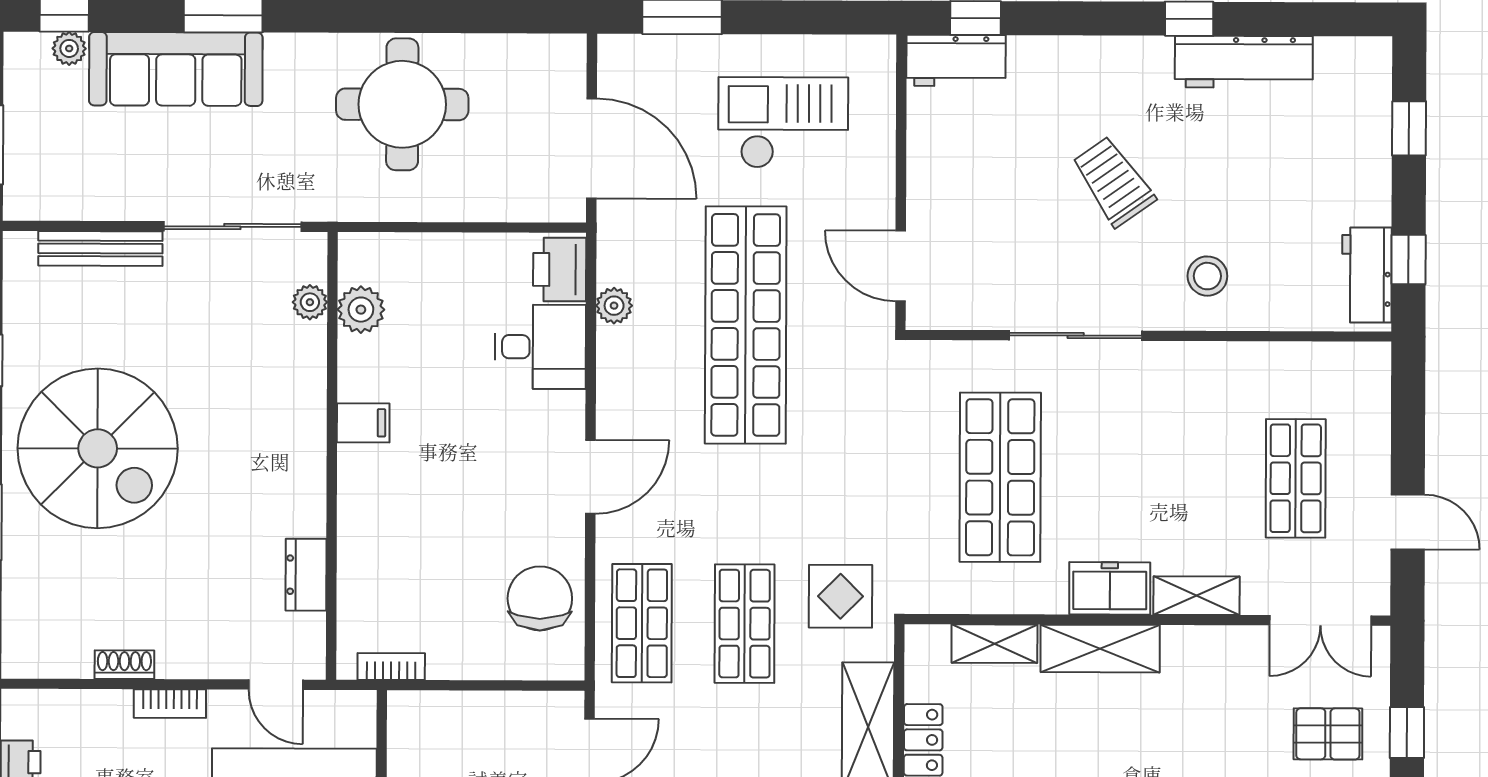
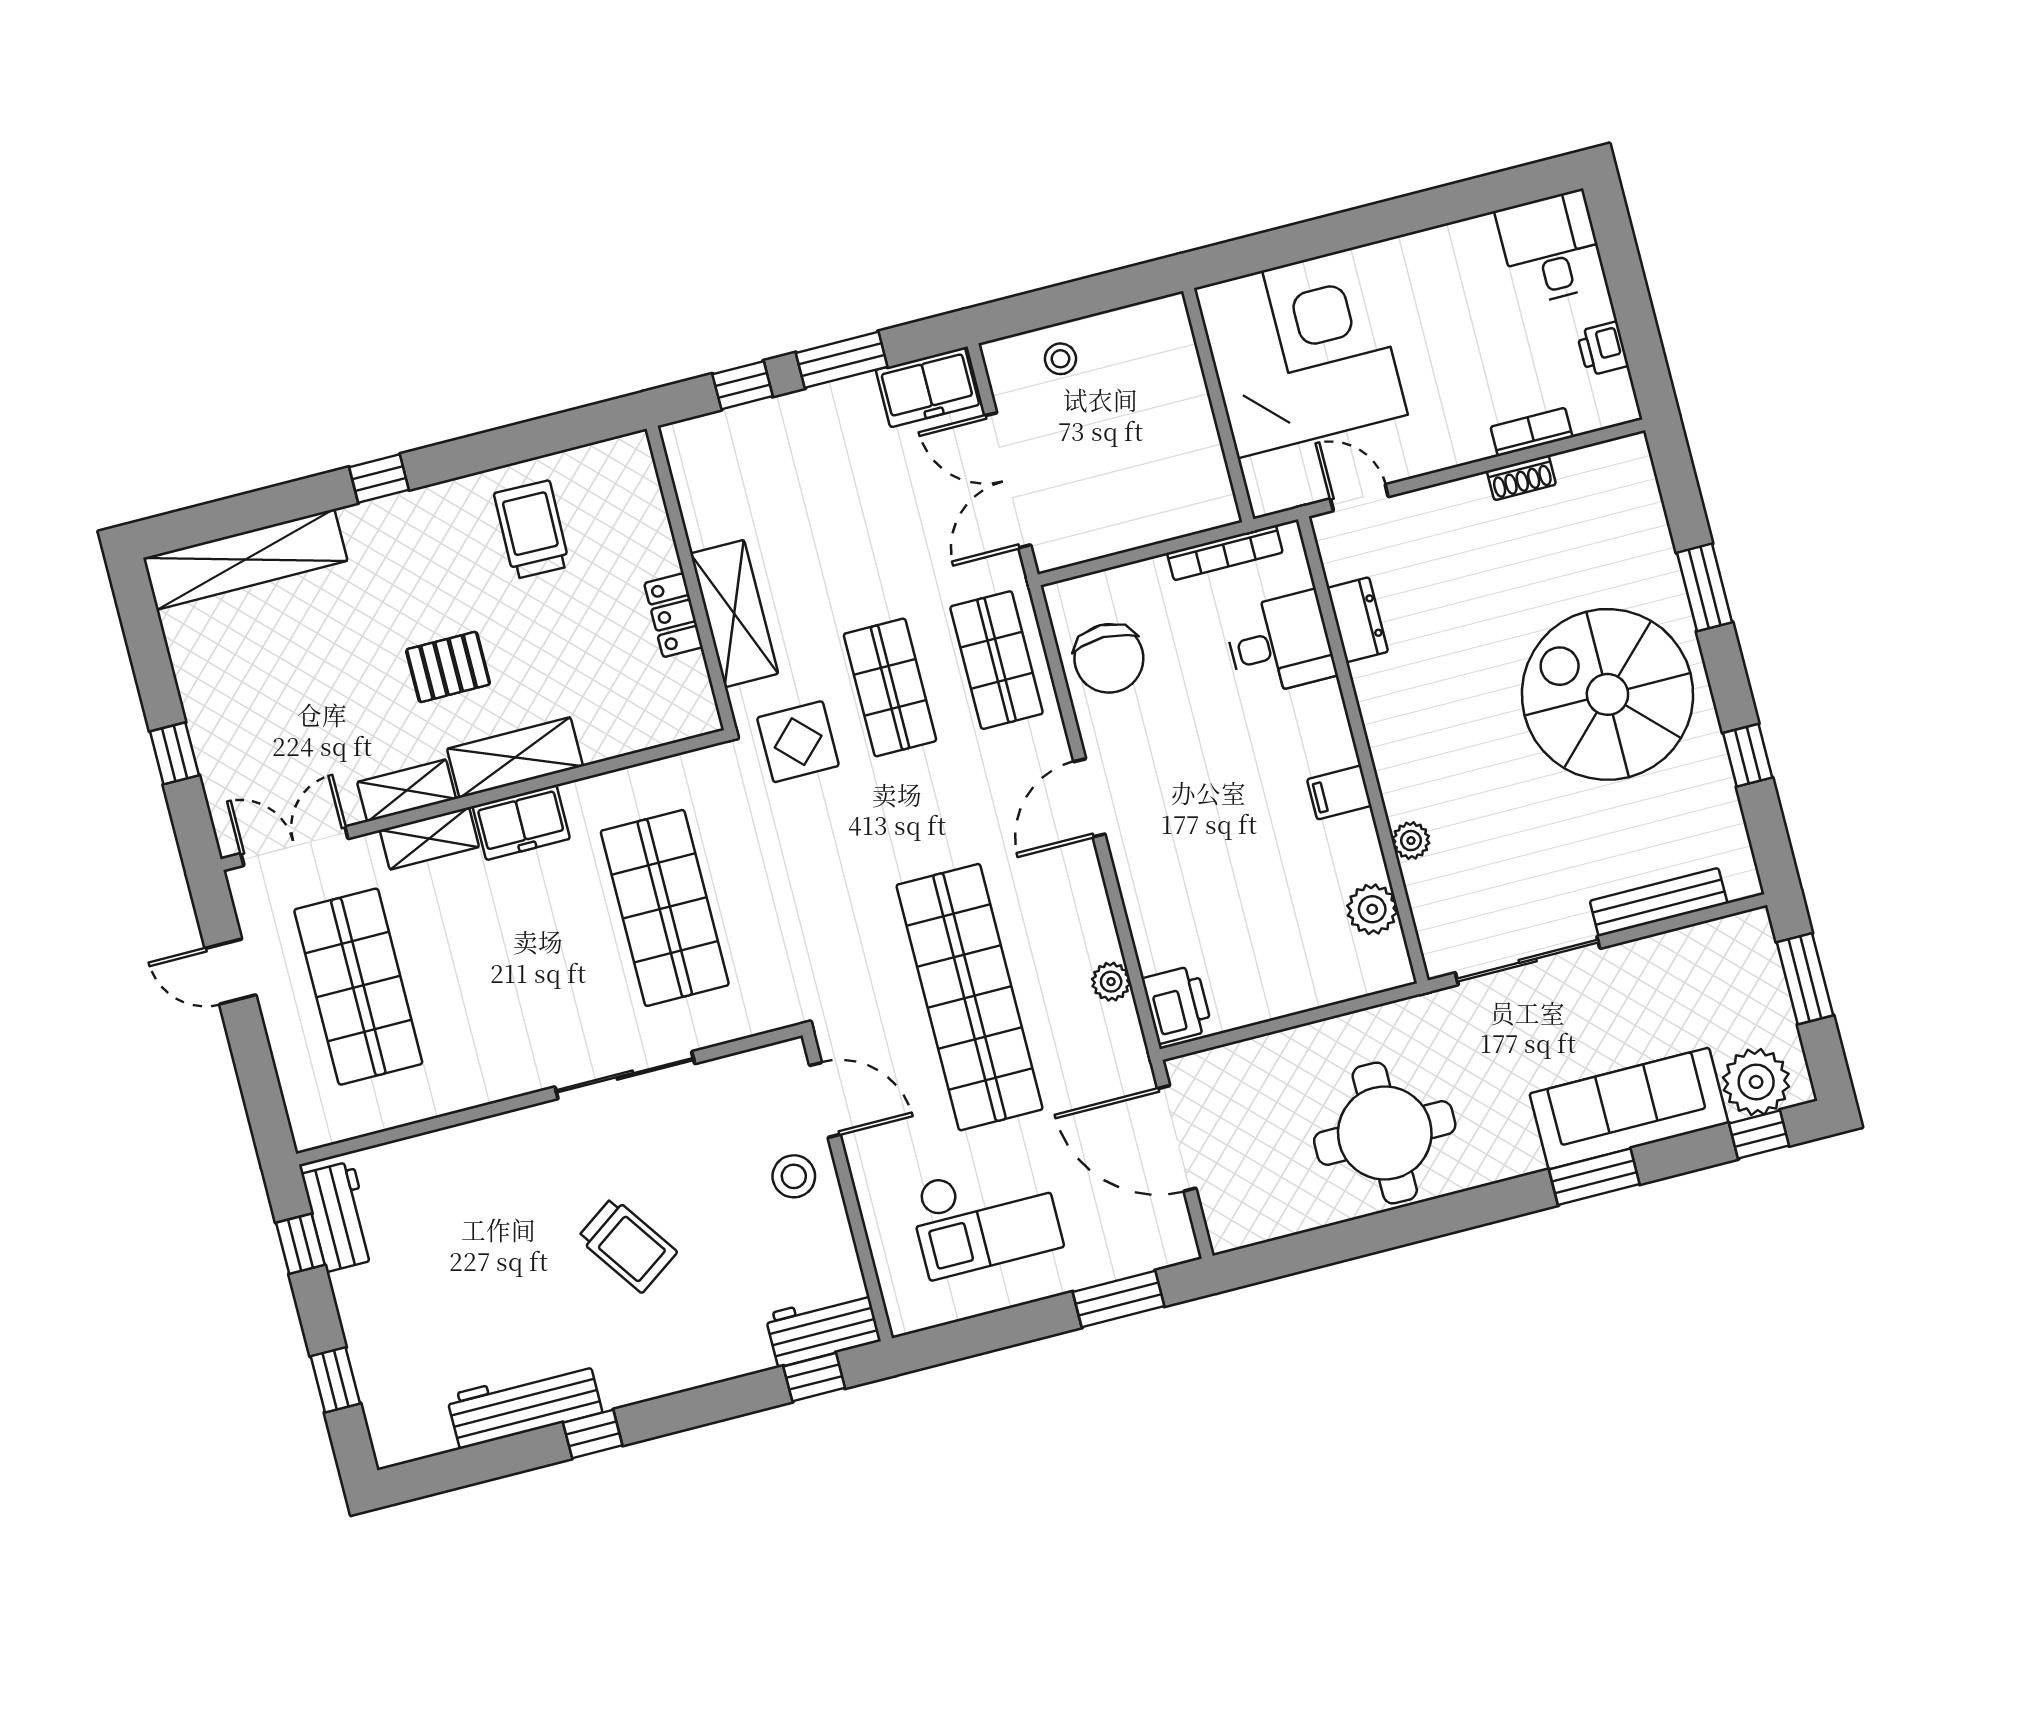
plant: (69, 48) -> (1756, 1082), width x1.88, depth x1.88
stool: (1207, 276) -> (794, 1176), moved
plant: (310, 302) -> (1411, 841), moved
desk: (540, 347) -> (1280, 644), moved, turned 180
shop shelf: (1296, 478) -> (358, 987), width x1.43, depth x1.36
shelving: (994, 644) -> (407, 790), moved
bookcase: (391, 667) -> (1225, 553), width x1.56
bookcase: (170, 704) -> (1532, 432), moved
pallet: (1328, 734) -> (448, 667), moved

